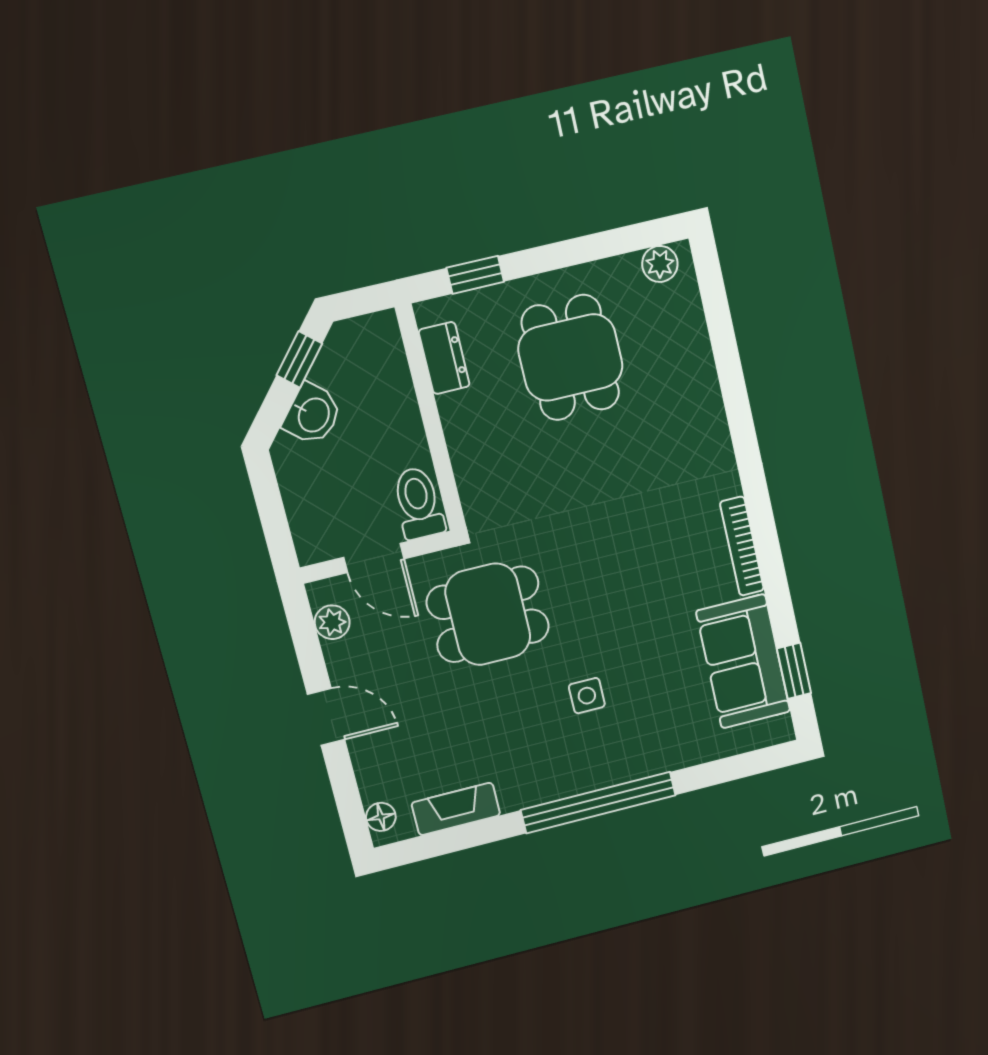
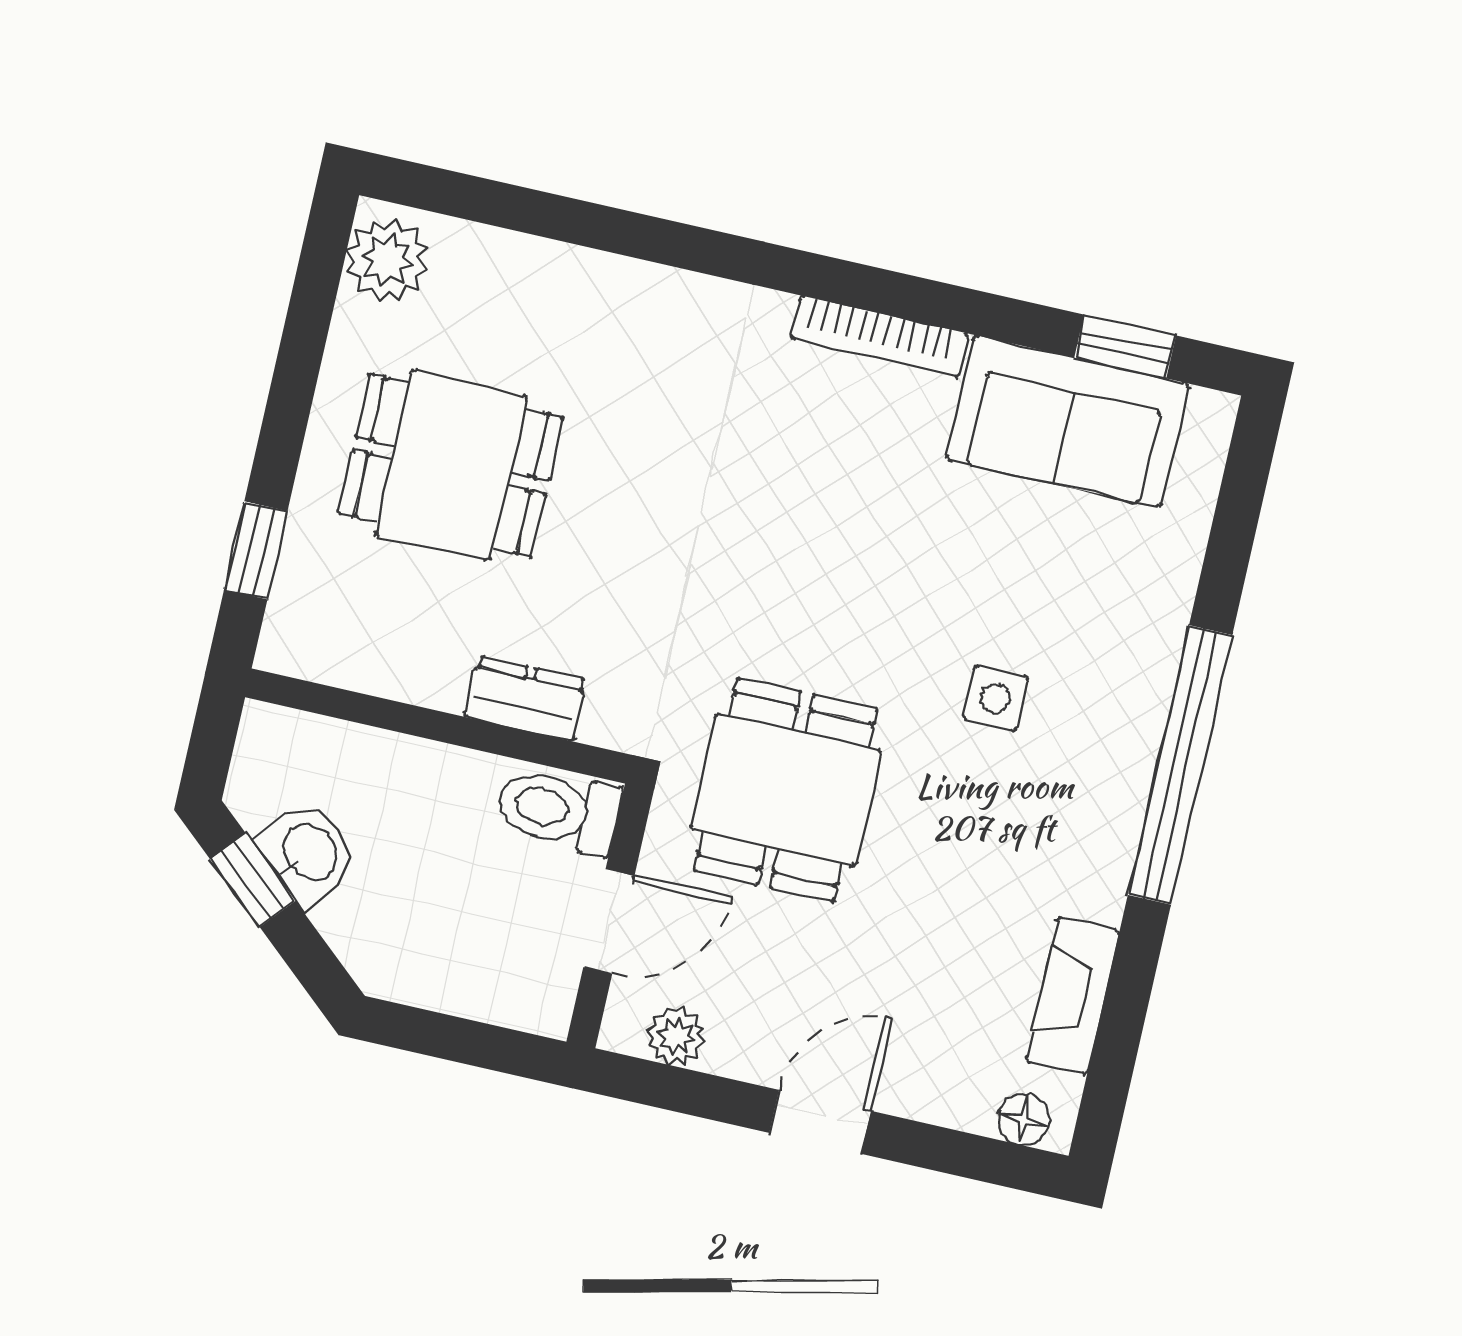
plant: (660, 264) -> (387, 260), width x1.38, depth x1.38
dresser: (444, 358) -> (526, 698), moved
washbasin: (313, 414) -> (308, 853), moved

